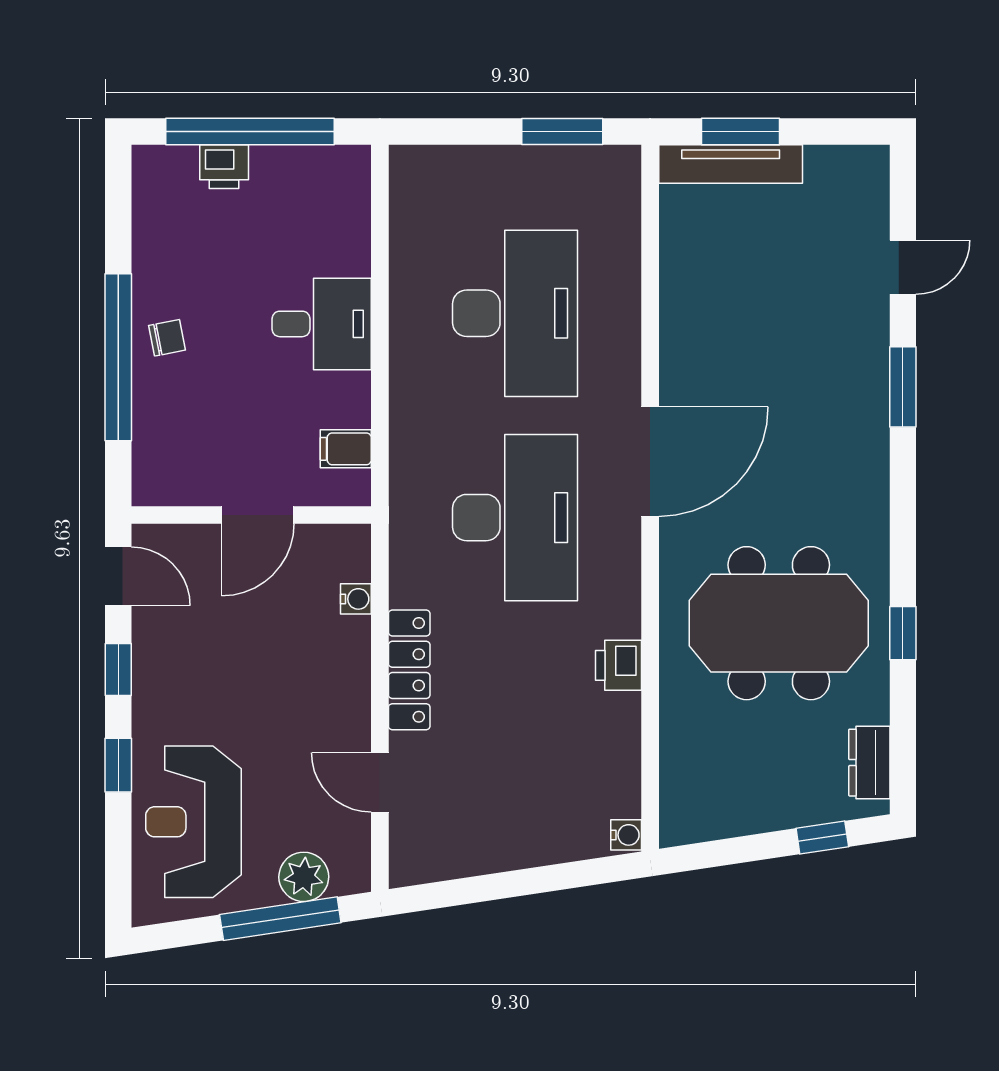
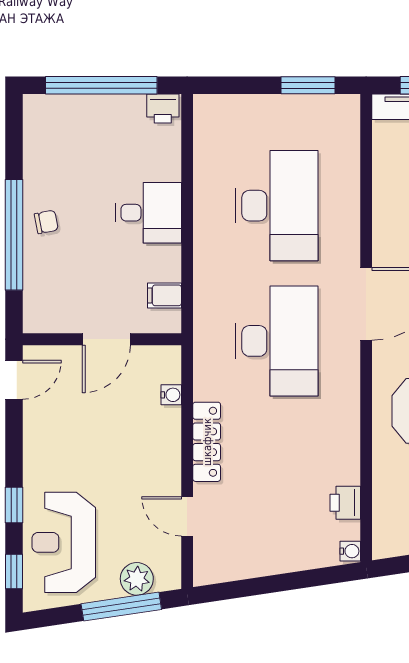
printer: (224, 167) -> (163, 108), moved
door: (118, 576) -> (14, 380), hinge flipped
printer: (619, 665) -> (345, 503), moved
window: (118, 670) -> (14, 571), moved

